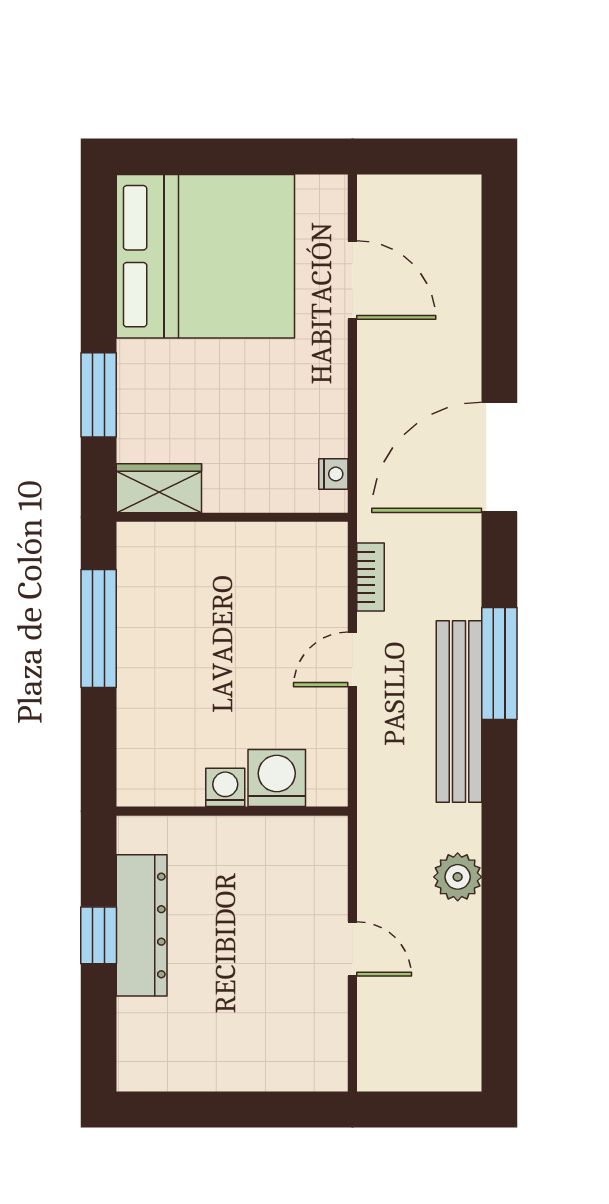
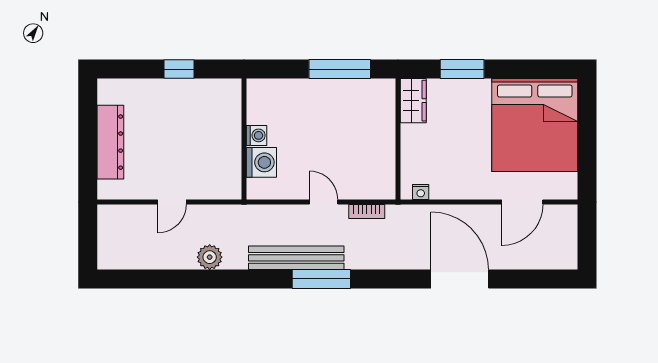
door: (499, 457) -> (460, 279), moved
dresser: (142, 925) -> (110, 142), moved, turned -90

